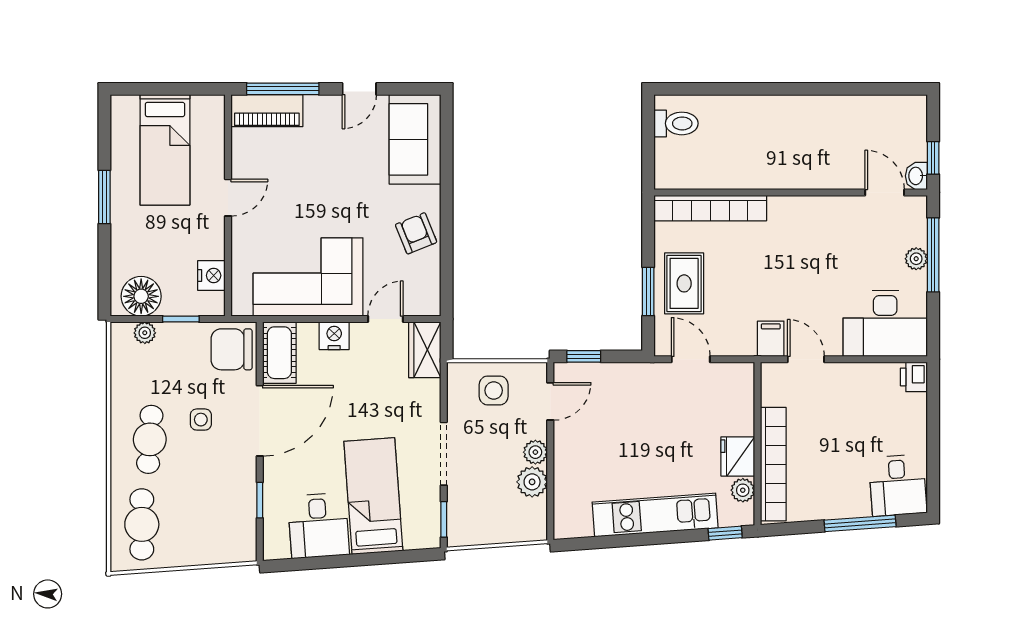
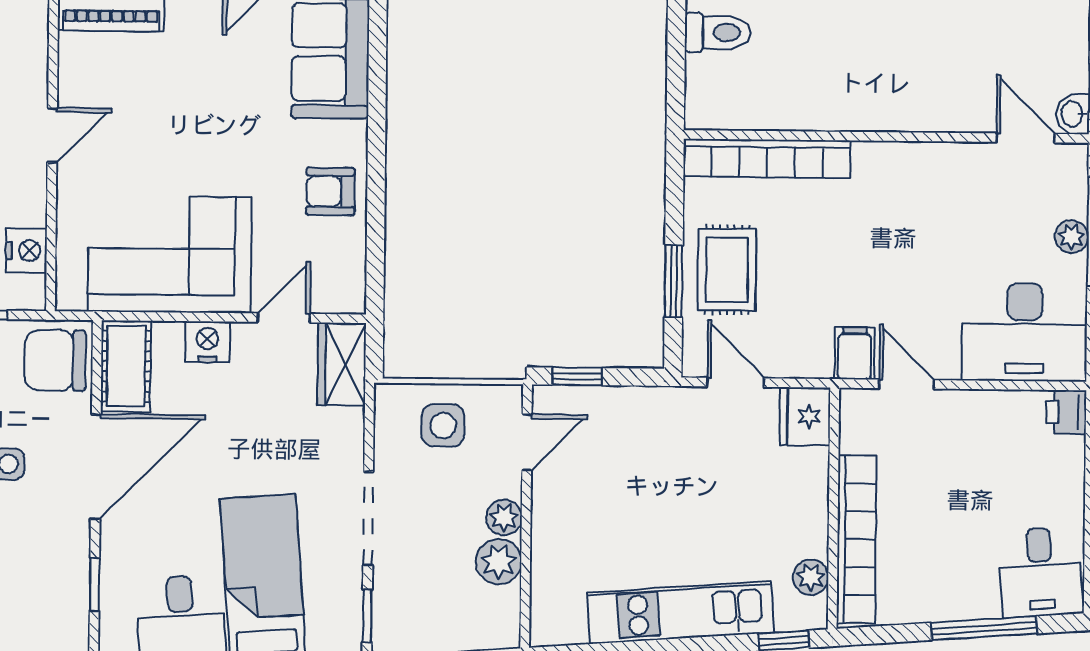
armchair: (416, 233) -> (330, 191), turned -68
fridge: (738, 456) -> (805, 416), moved

